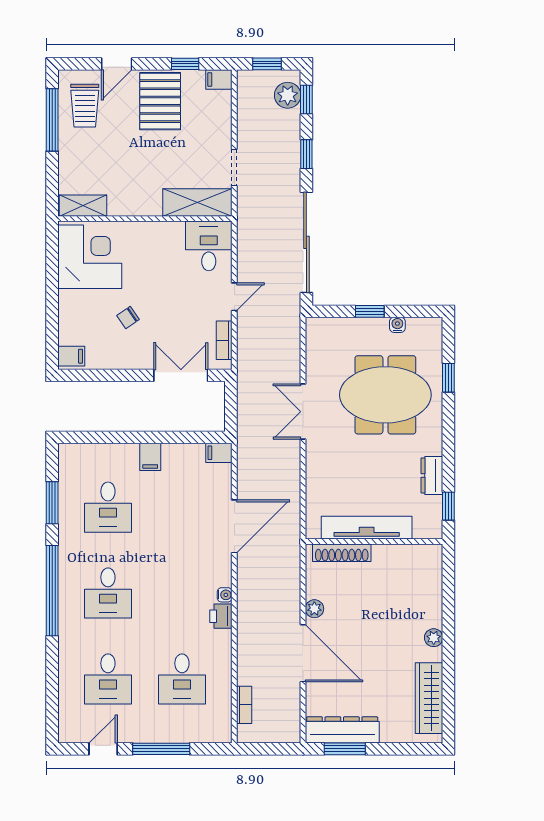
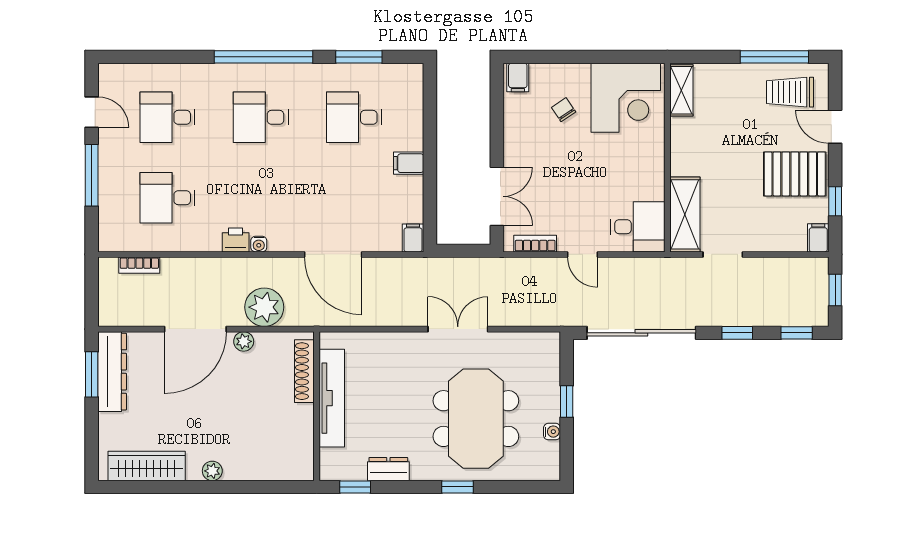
plant: (288, 95) -> (264, 307), moved, width x1.36, depth x1.36
chair: (128, 318) -> (564, 110), moved
window: (448, 378) -> (457, 487), moved

